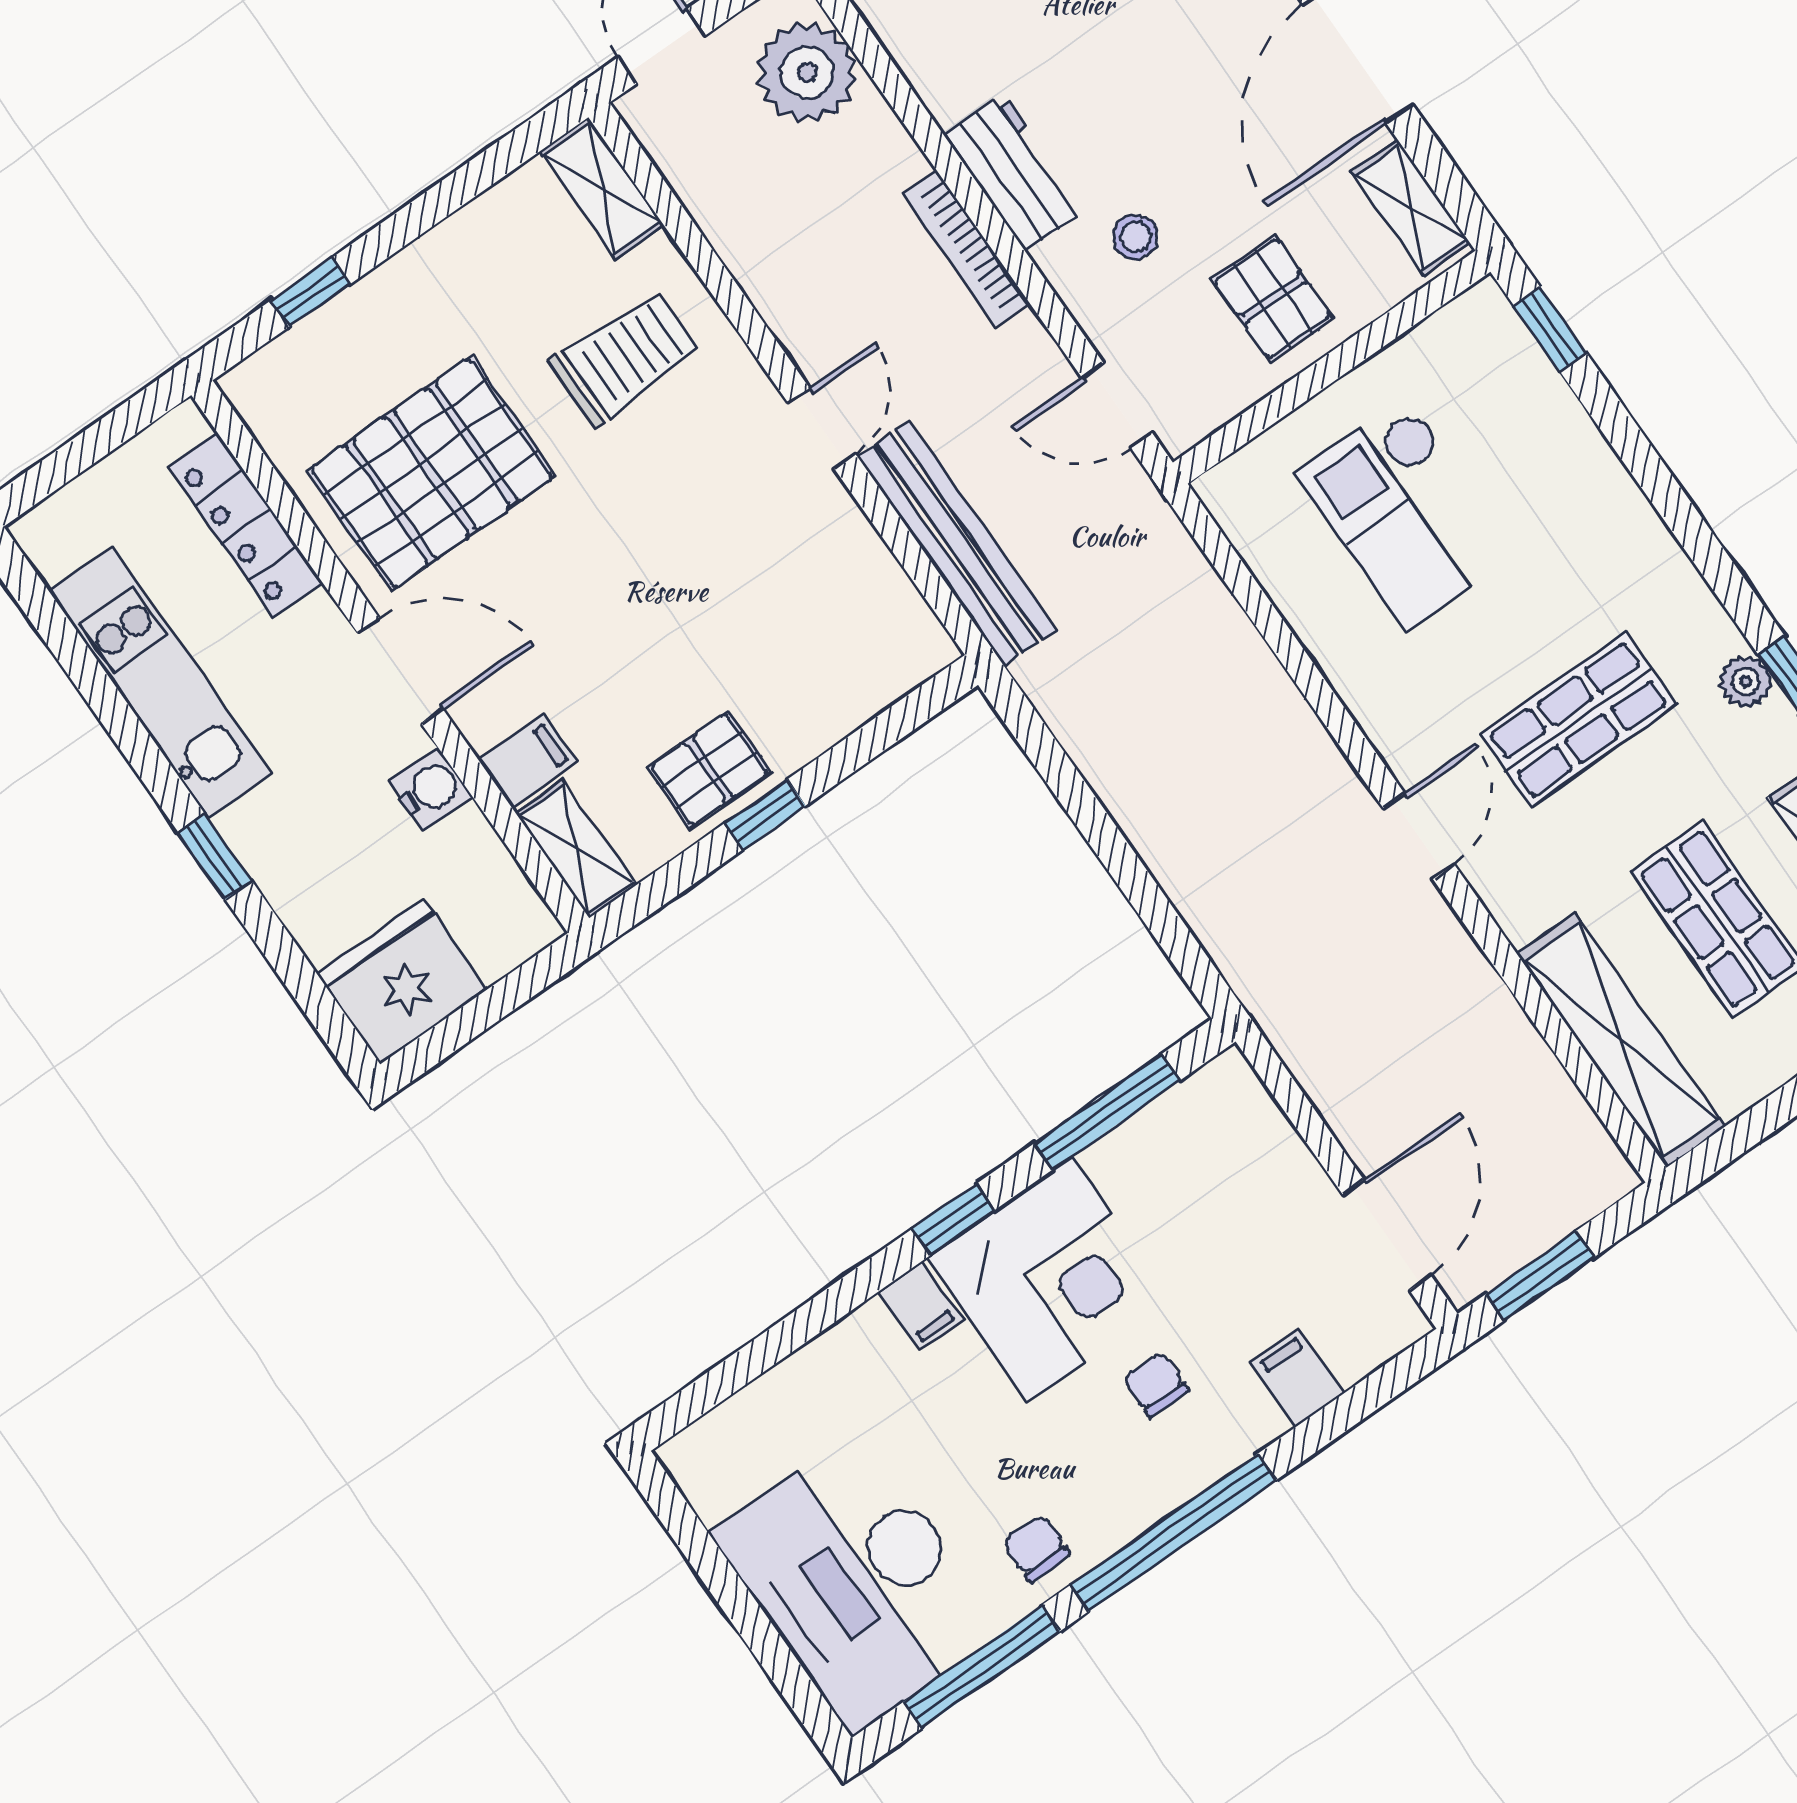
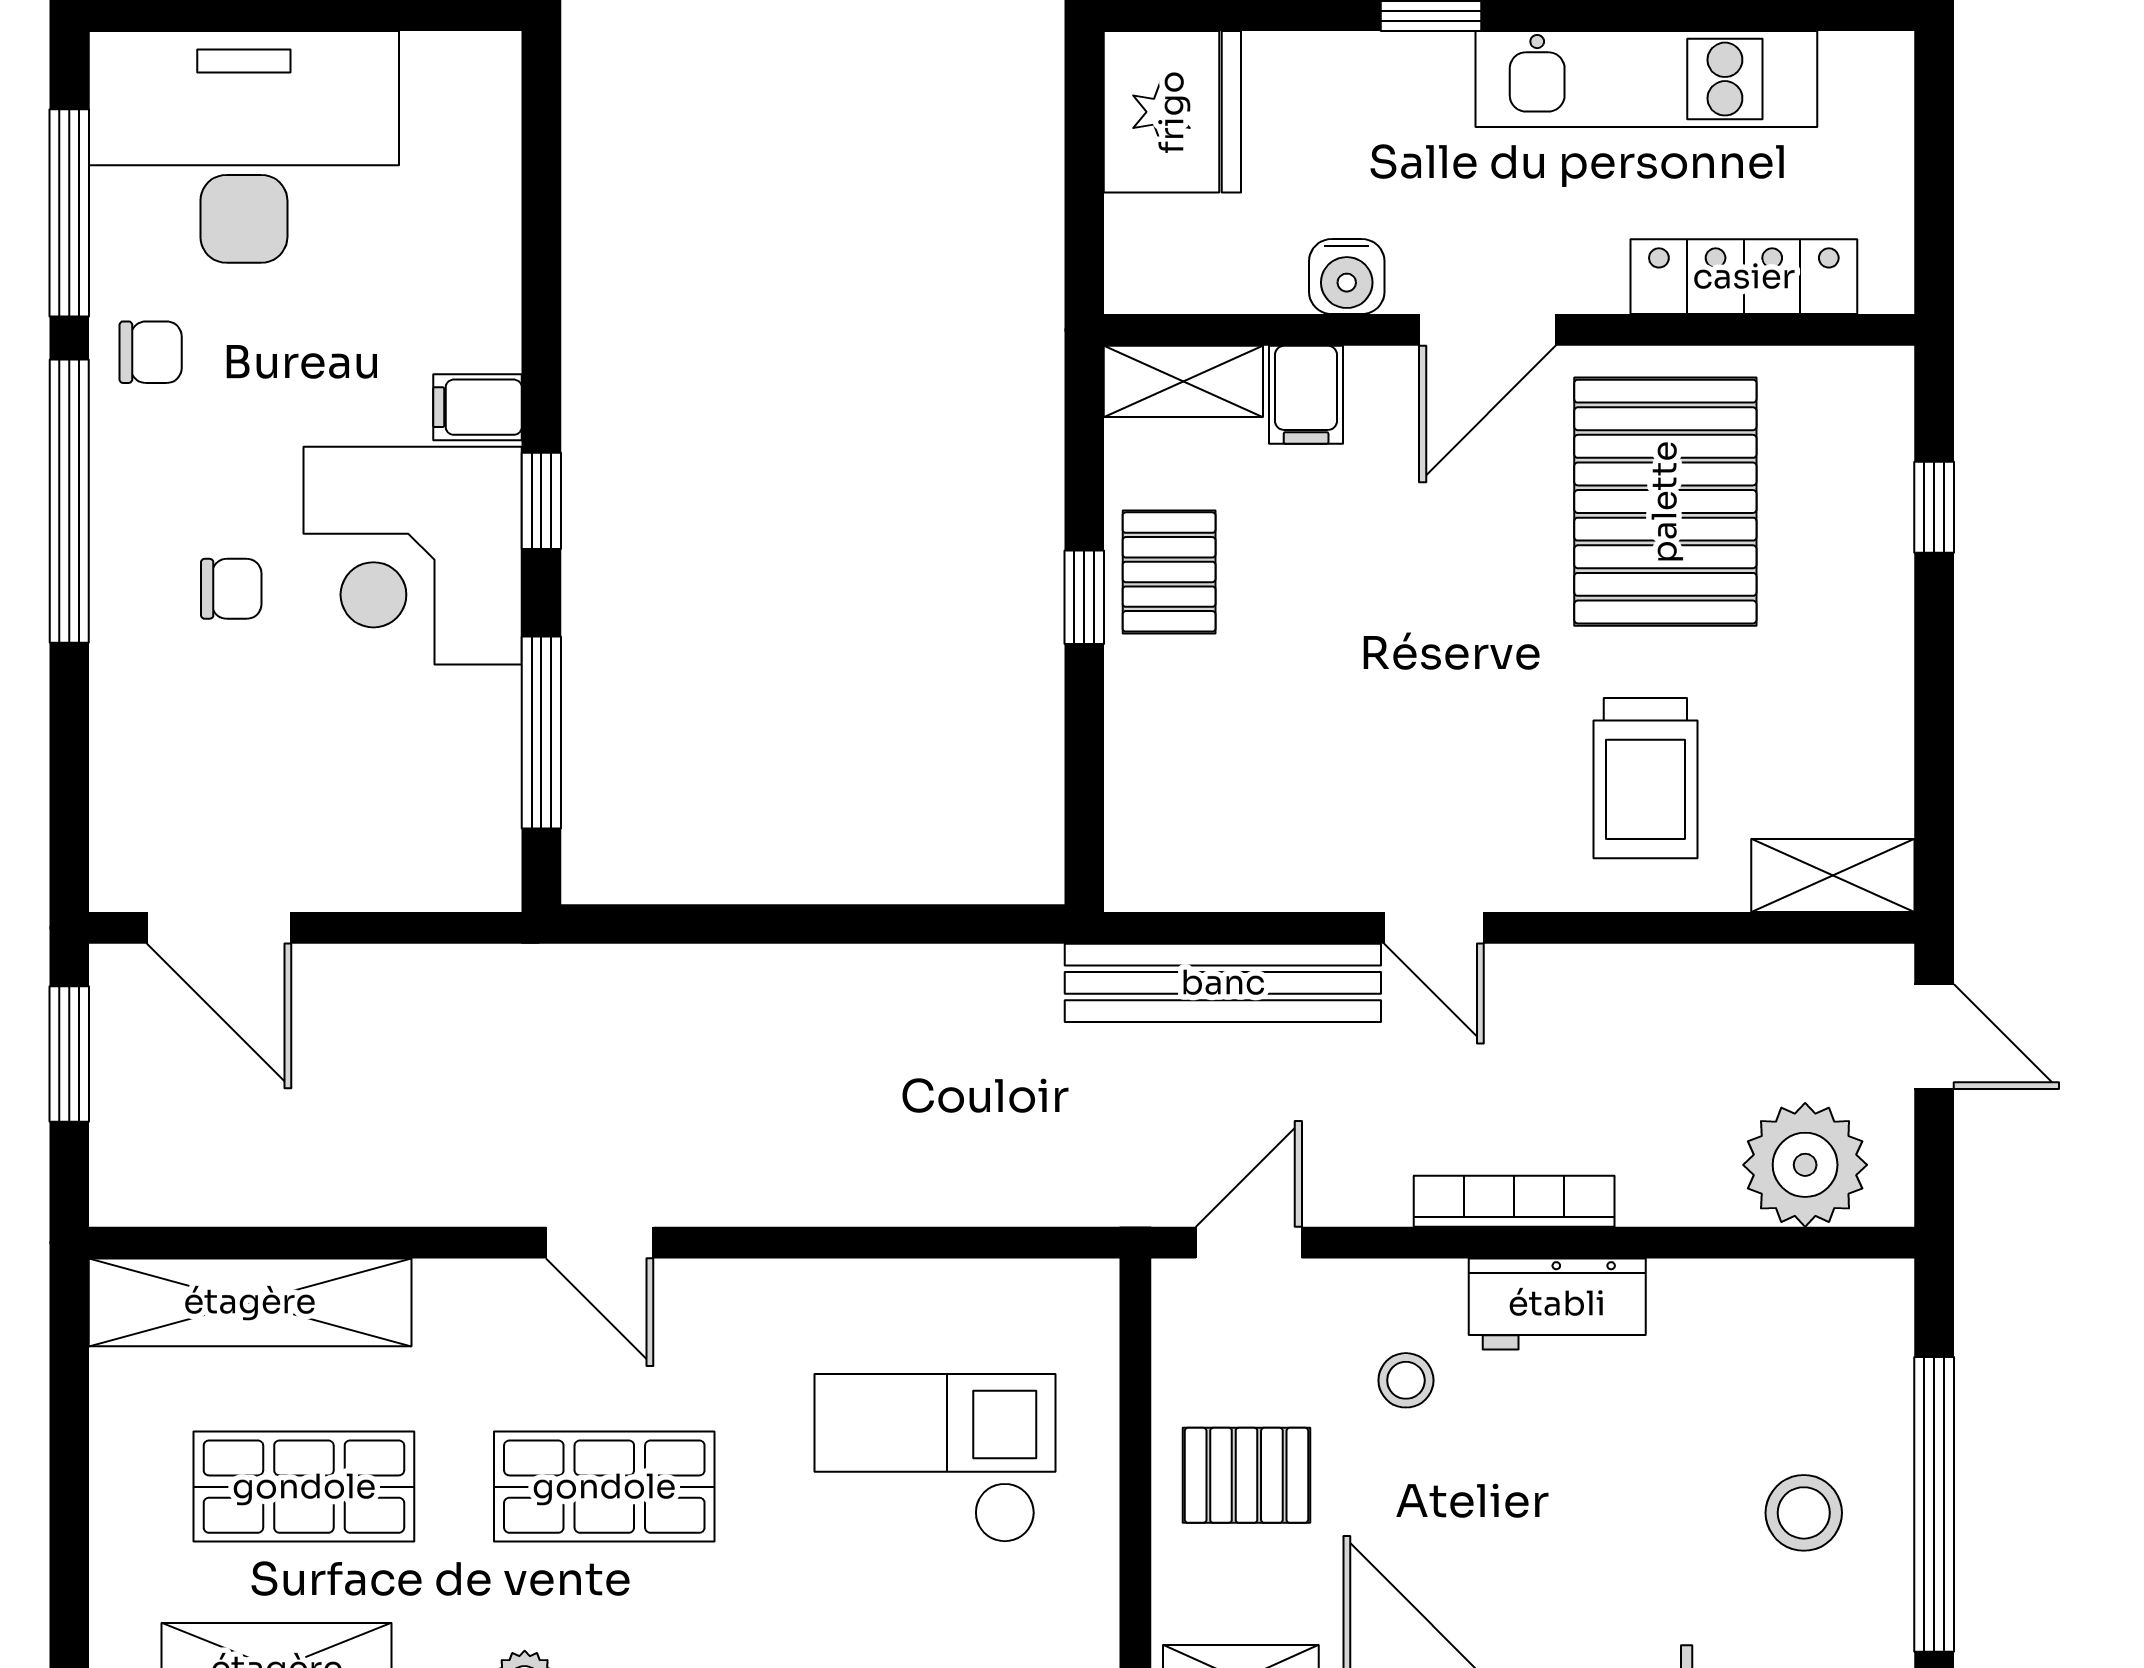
shop shelf: (1578, 720) -> (604, 1487), turned 90
filing cabinet: (1297, 1378) -> (138, 737), removed

